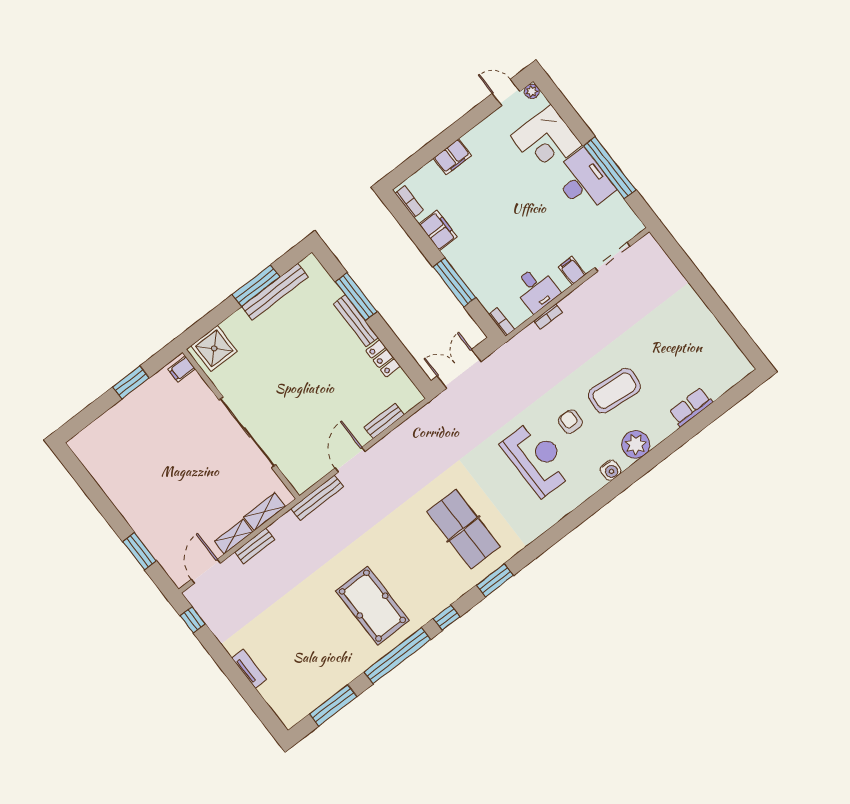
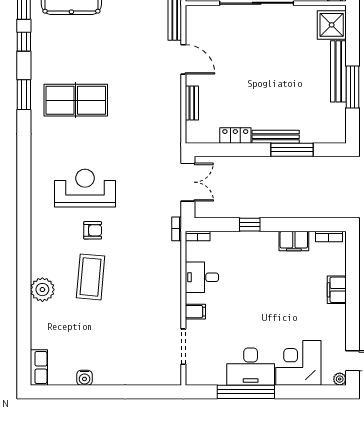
window: (454, 282) -> (250, 225), width x0.46
bench: (275, 292) -> (338, 71), moved
bookcase: (548, 317) -> (177, 229), moved
row of seats: (691, 407) -> (39, 368), moved
plant: (636, 445) -> (42, 290), moved
reception desk: (537, 459) -> (85, 188), turned 180
water cooler: (611, 470) -> (84, 378), moved, turned -90

